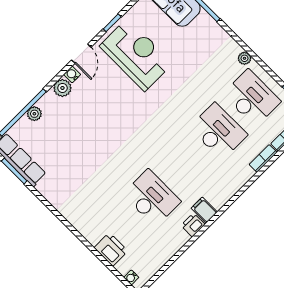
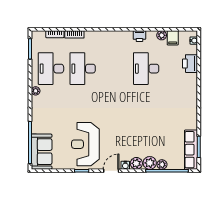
plant: (49, 103) -> (150, 163), added
filing cabinet: (204, 210) -> (173, 38), moved
plant: (170, 249) -> (162, 35), added

